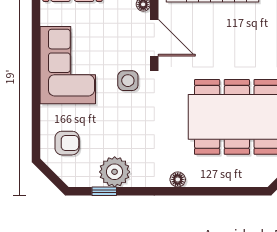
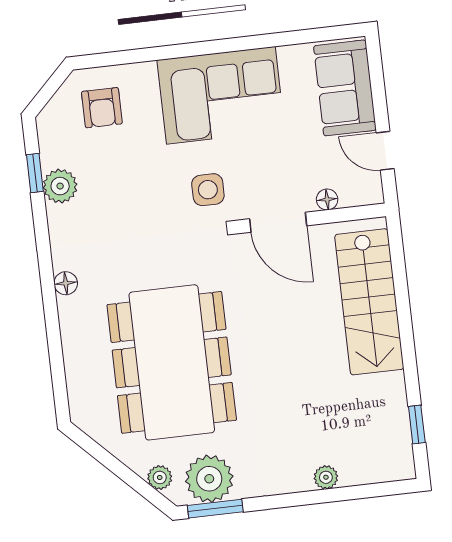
door: (154, 38) -> (278, 222), hinge flipped
plant: (115, 172) -> (60, 186), width x0.73, depth x0.73

